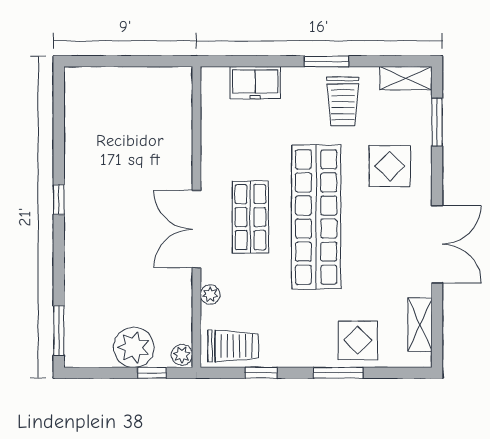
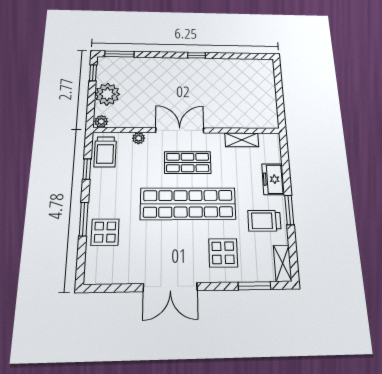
freezer: (255, 83) -> (273, 179), moved
shelving: (420, 324) -> (242, 140), moved
window: (152, 373) -> (93, 73), moved

